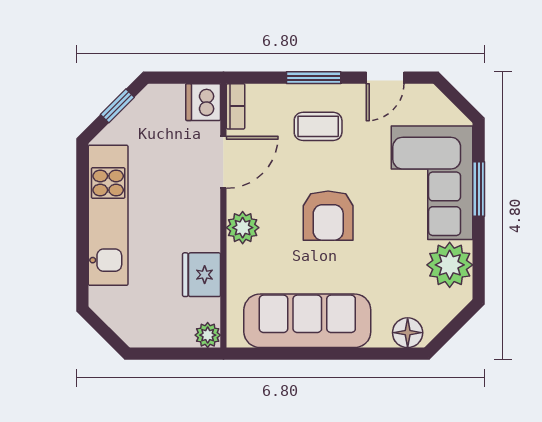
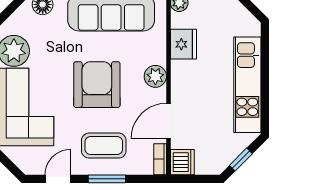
coffee table: (318, 126) -> (104, 146), width x1.36, depth x1.30
armchair: (328, 216) -> (97, 85), width x1.36, depth x1.36

